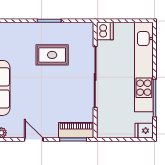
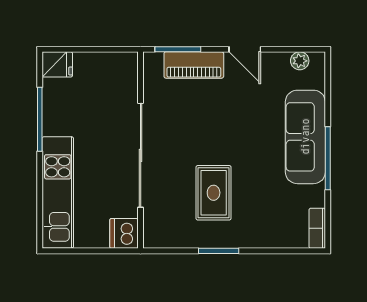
rug: (52, 55) -> (214, 193), turned 90
kitchen unit: (144, 67) -> (58, 192), width x0.73
piano: (76, 130) -> (194, 65), moved

